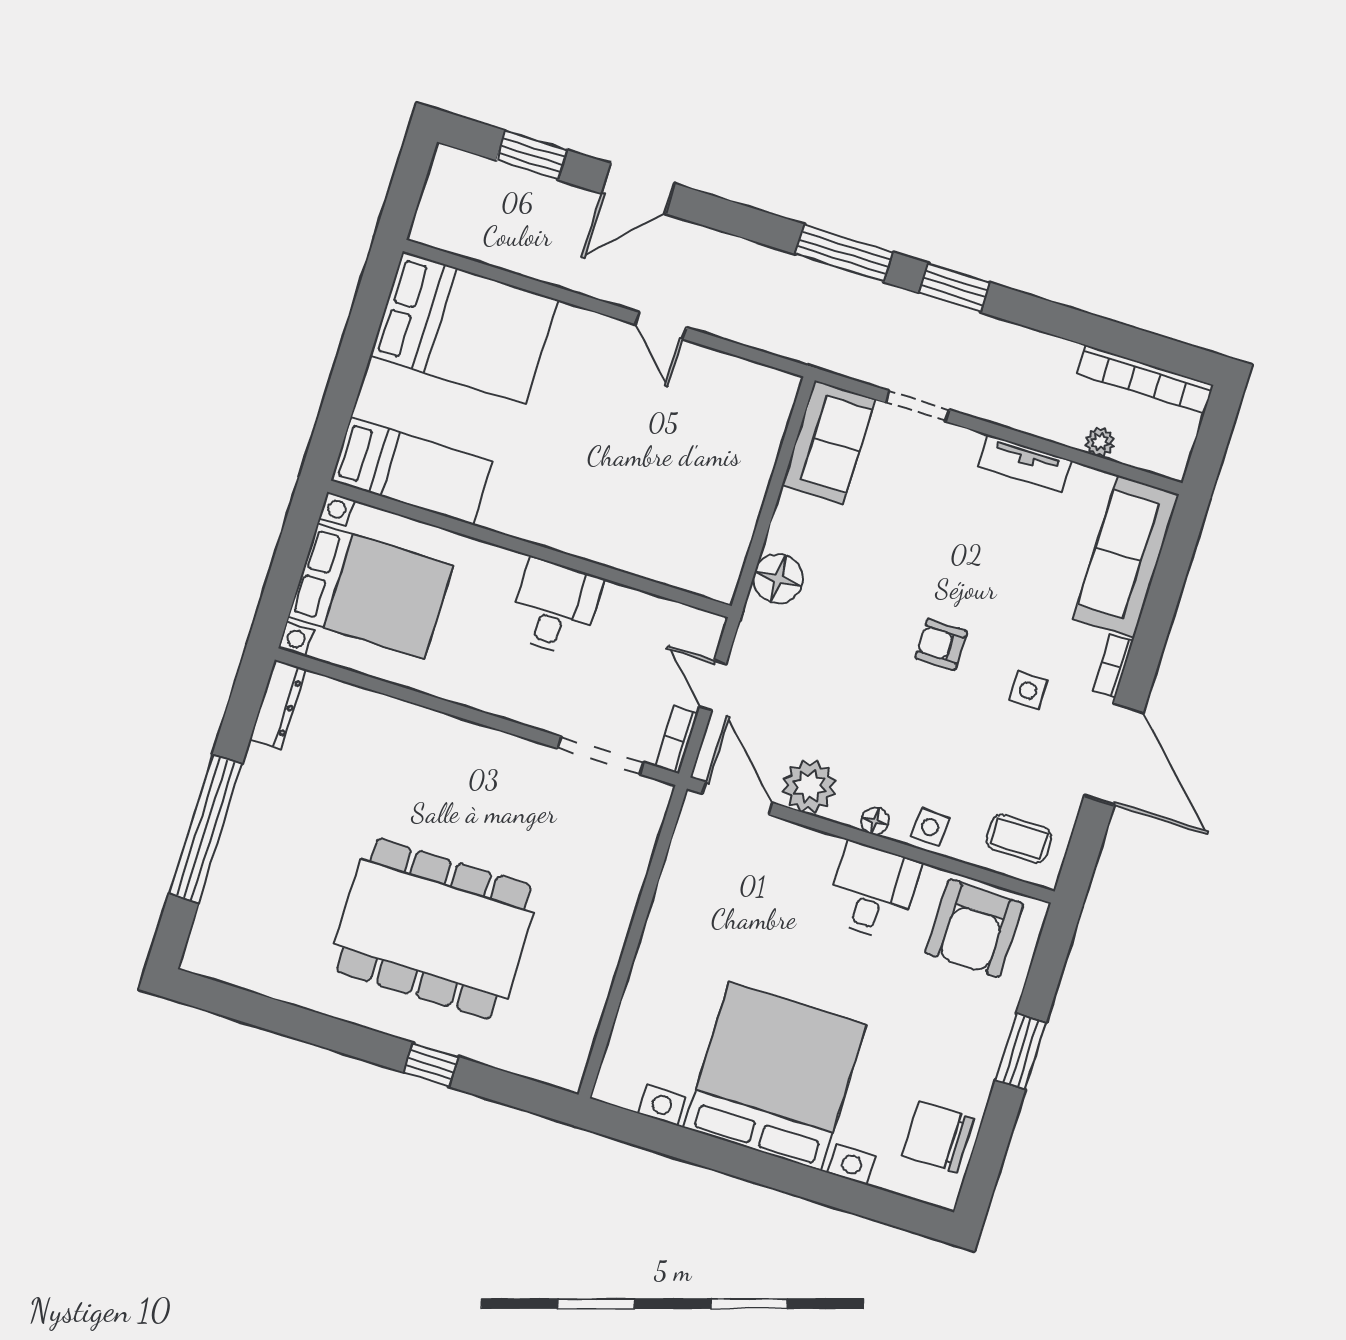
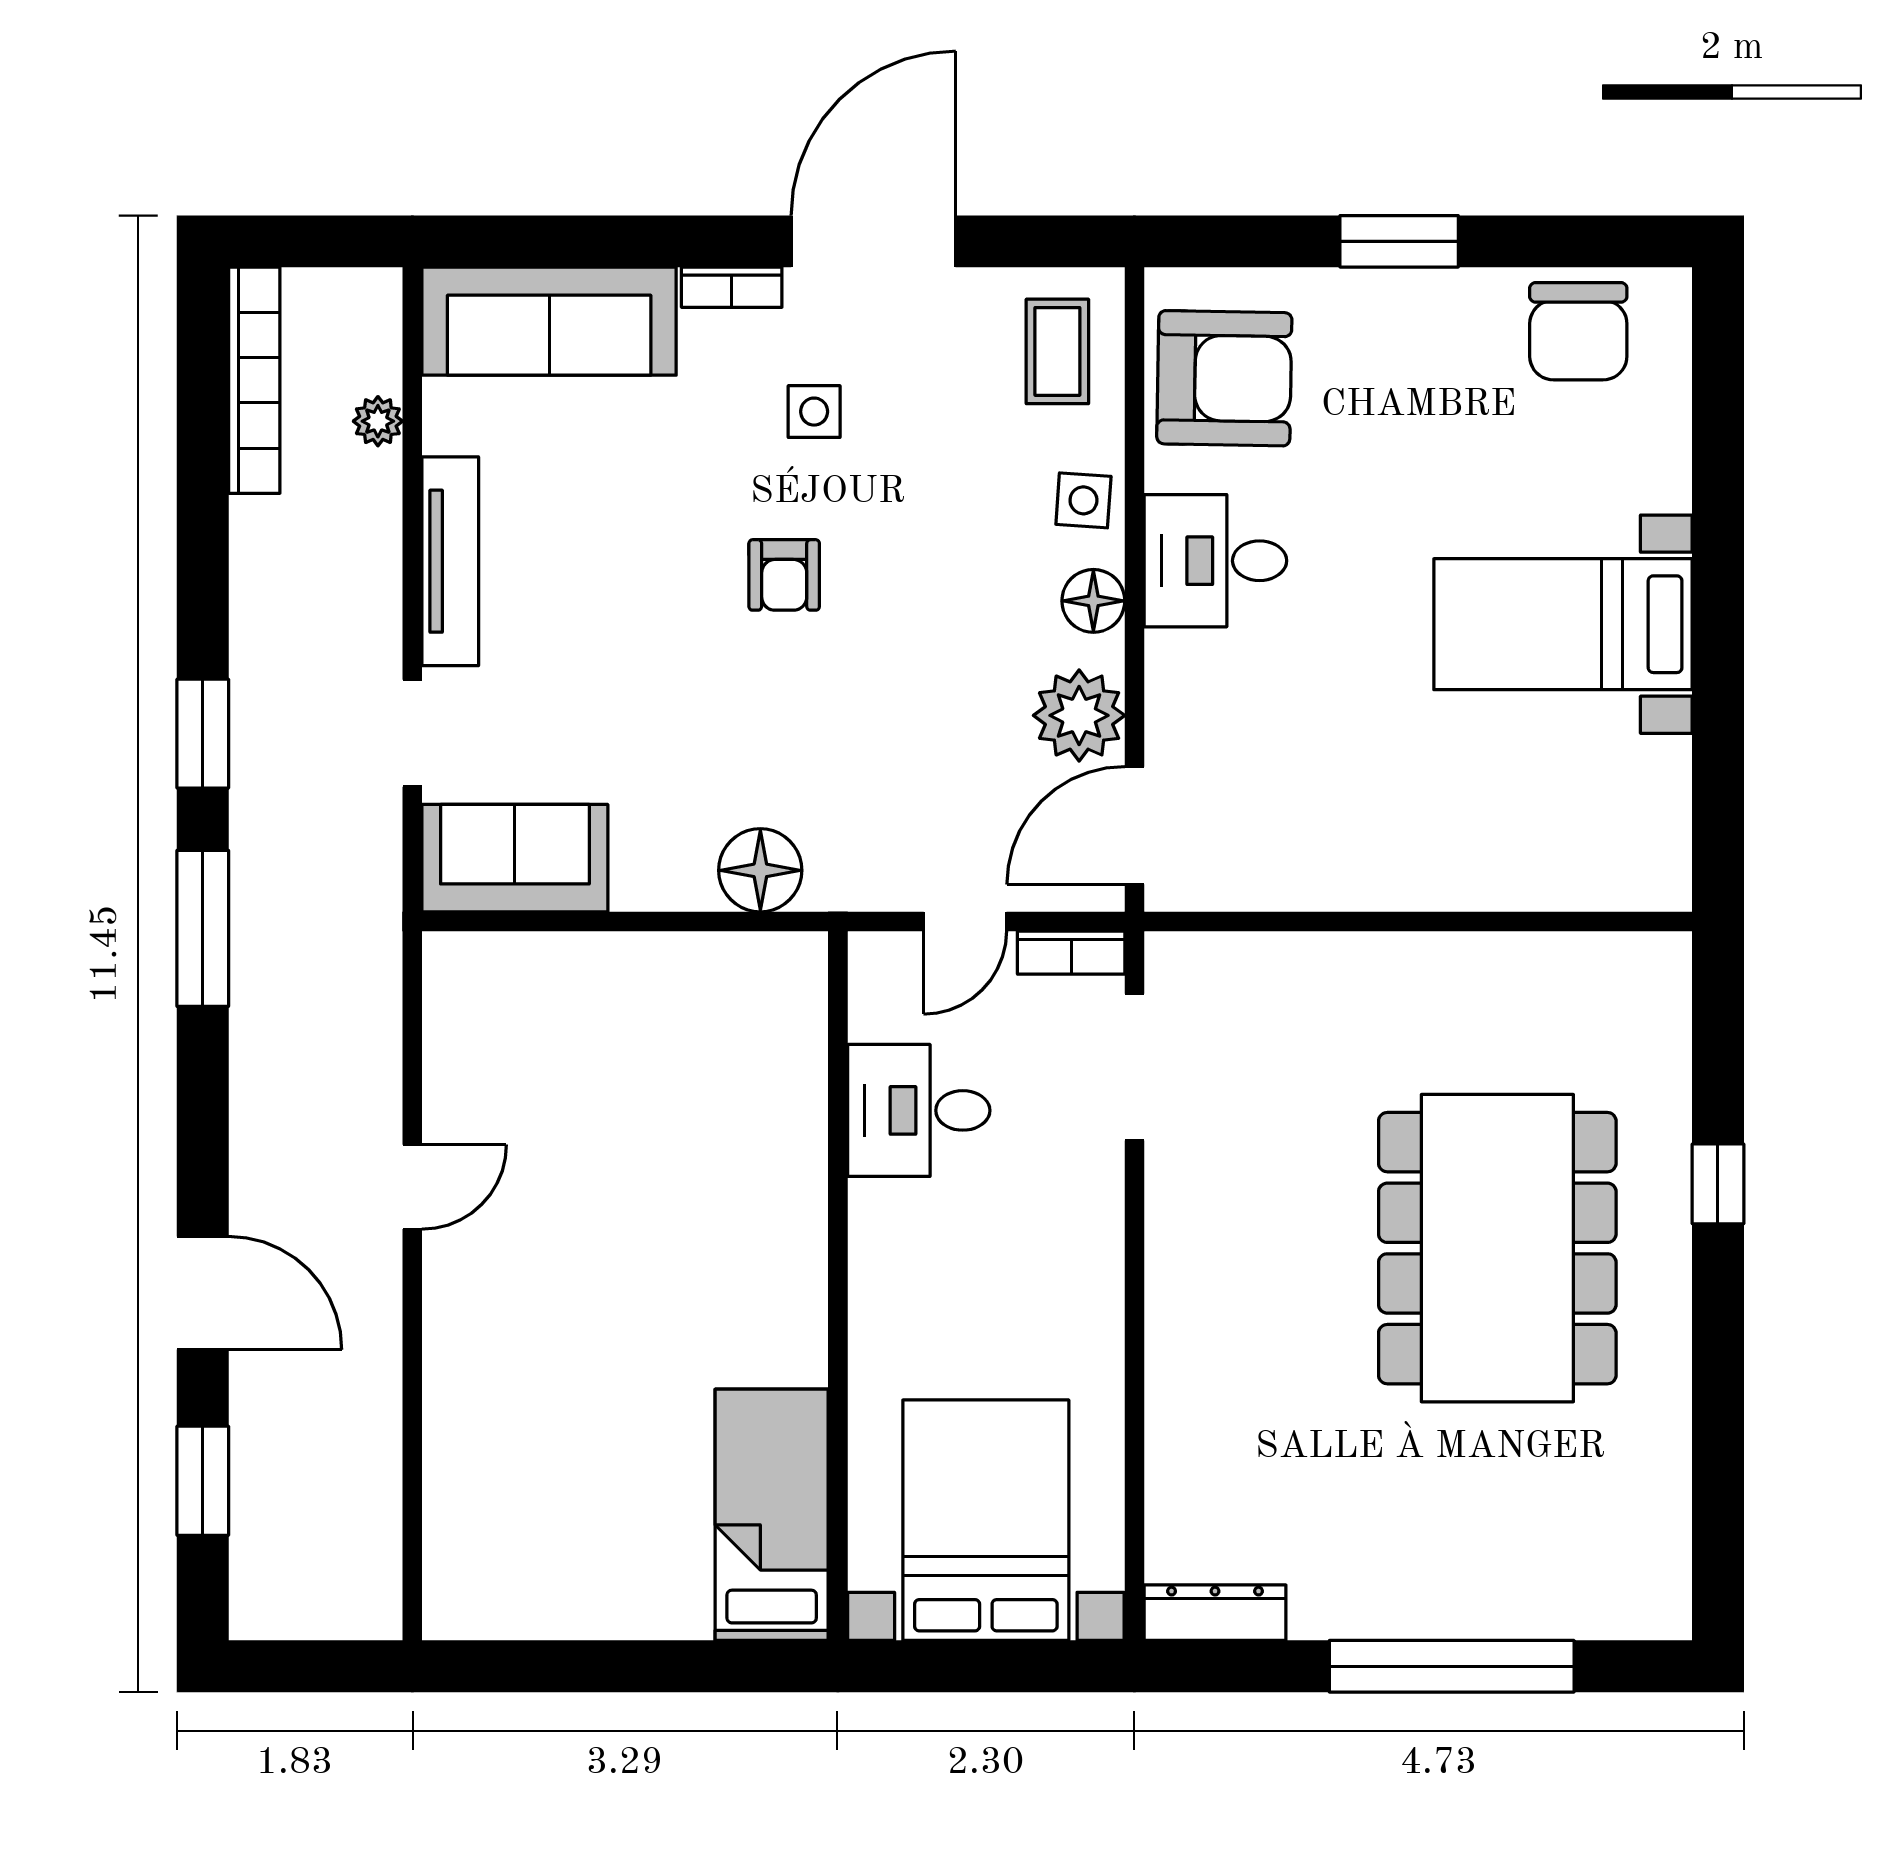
bed: (464, 328) -> (515, 1503), removed
tv unit: (1025, 464) -> (450, 561), width x1.41
desk: (555, 607) -> (919, 1110), moved
floor lamp: (875, 821) -> (1093, 601), width x1.37, depth x1.37
bed with nightstands: (775, 1076) -> (1563, 624), width x0.54

